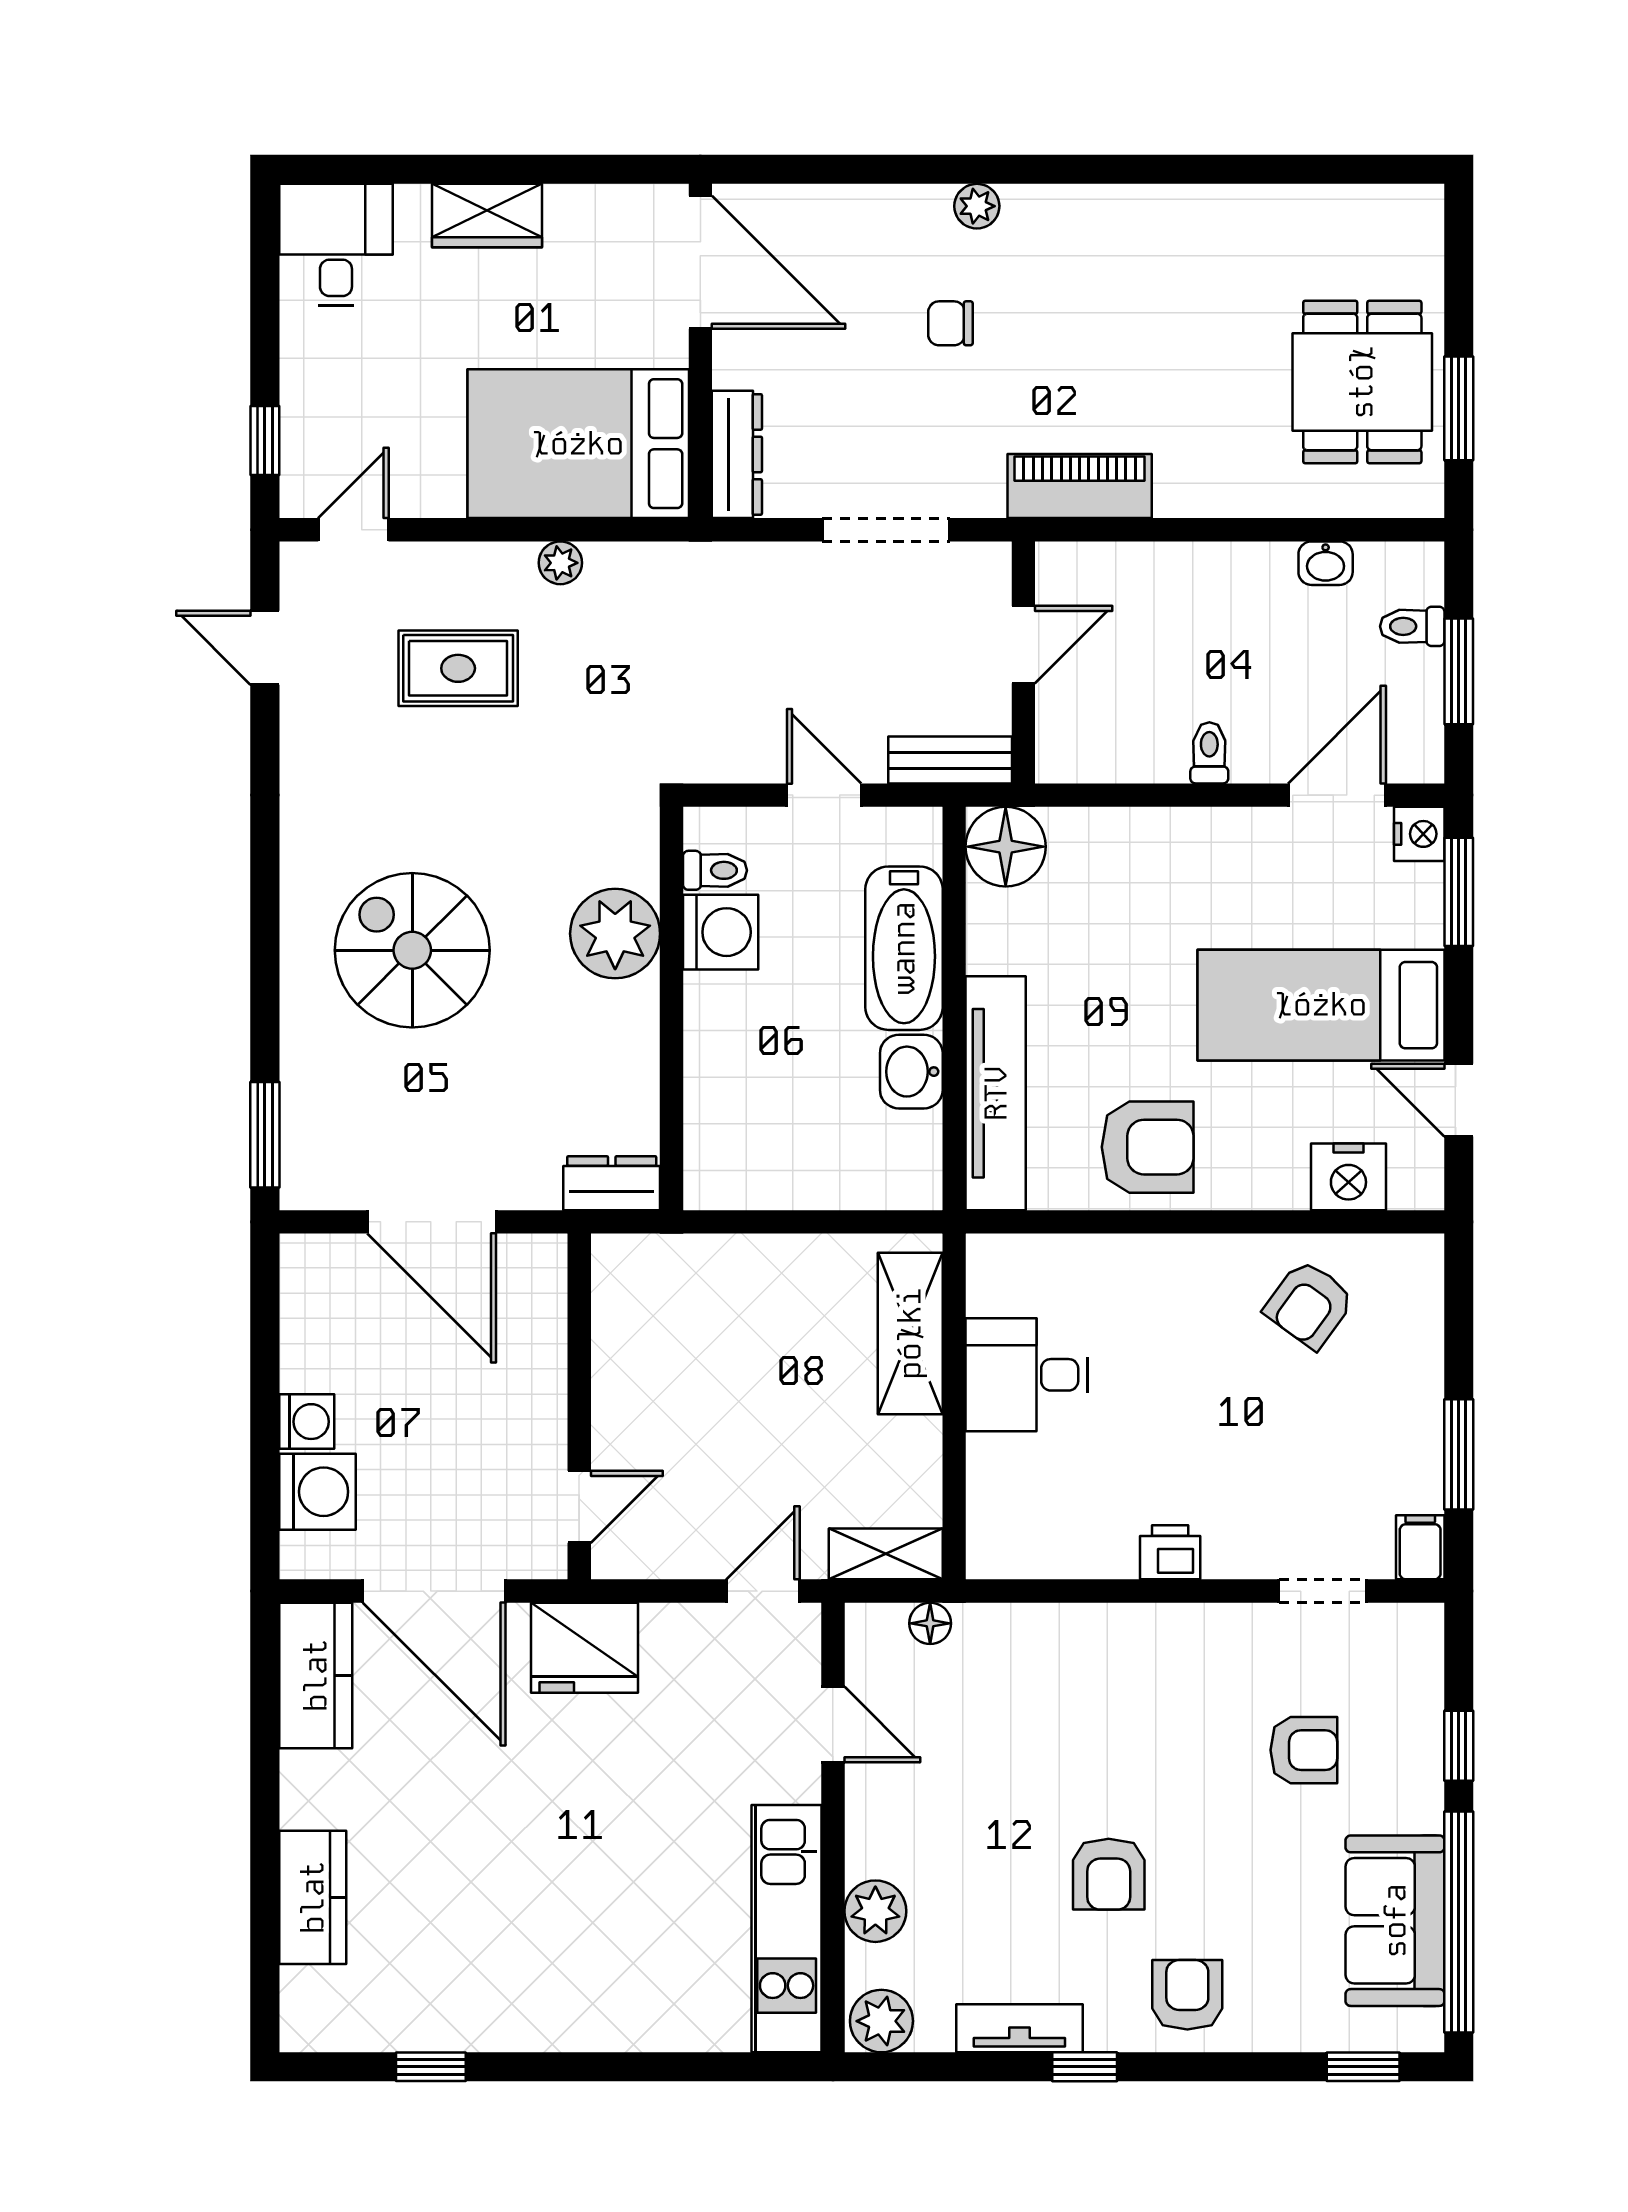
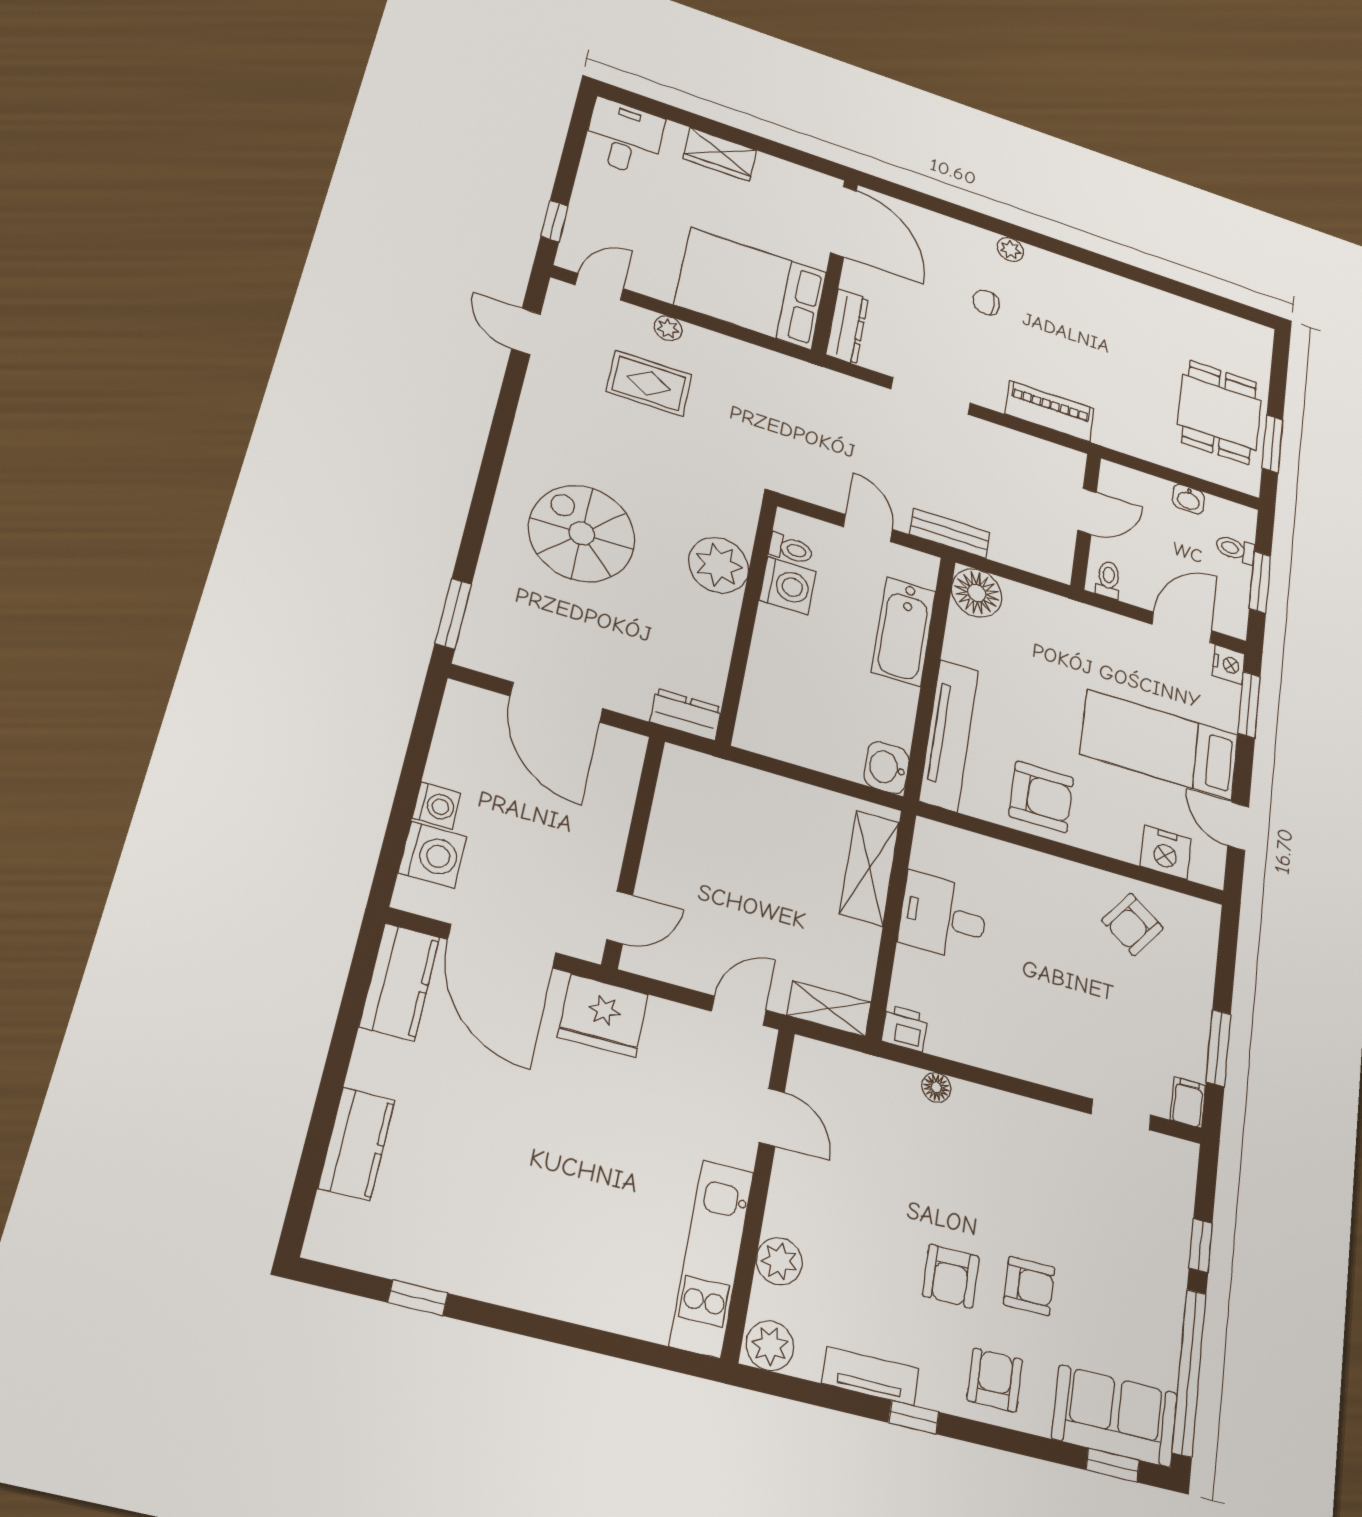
plant: (560, 563) -> (668, 328), moved
door: (1023, 645) -> (1087, 511), moved
wall: (1023, 662) -> (1086, 521), moved
washbasin: (911, 1072) -> (886, 768), moved
printer: (1170, 1552) -> (905, 1028), moved
floor lamp: (930, 1623) -> (936, 1087), moved
armchair: (1304, 1750) -> (1029, 1286), moved
sofa: (1395, 1921) -> (1115, 1416), moved, turned 90

